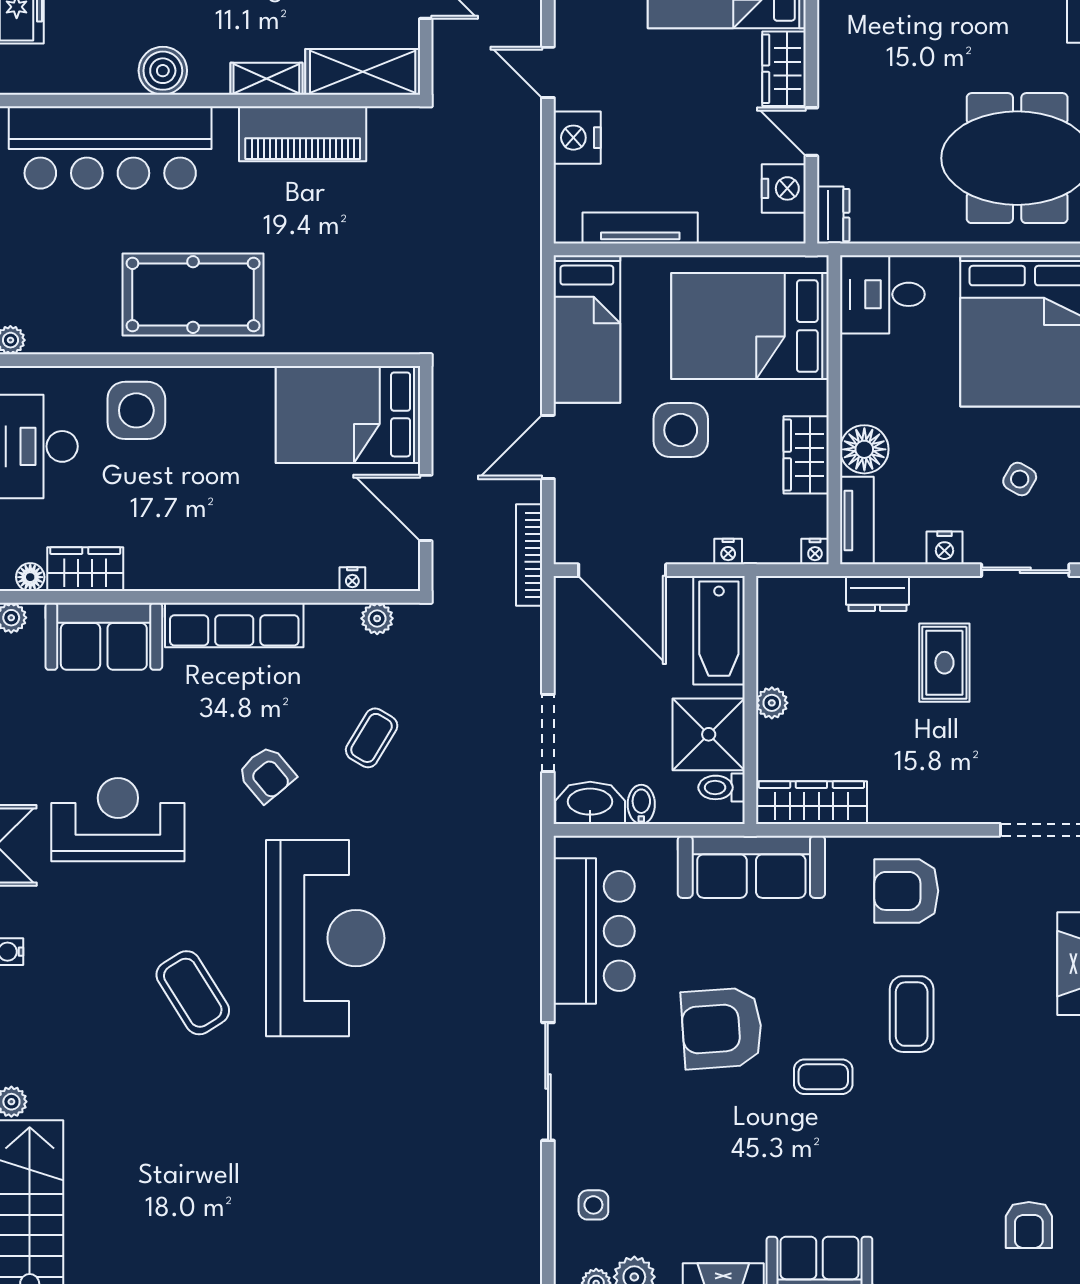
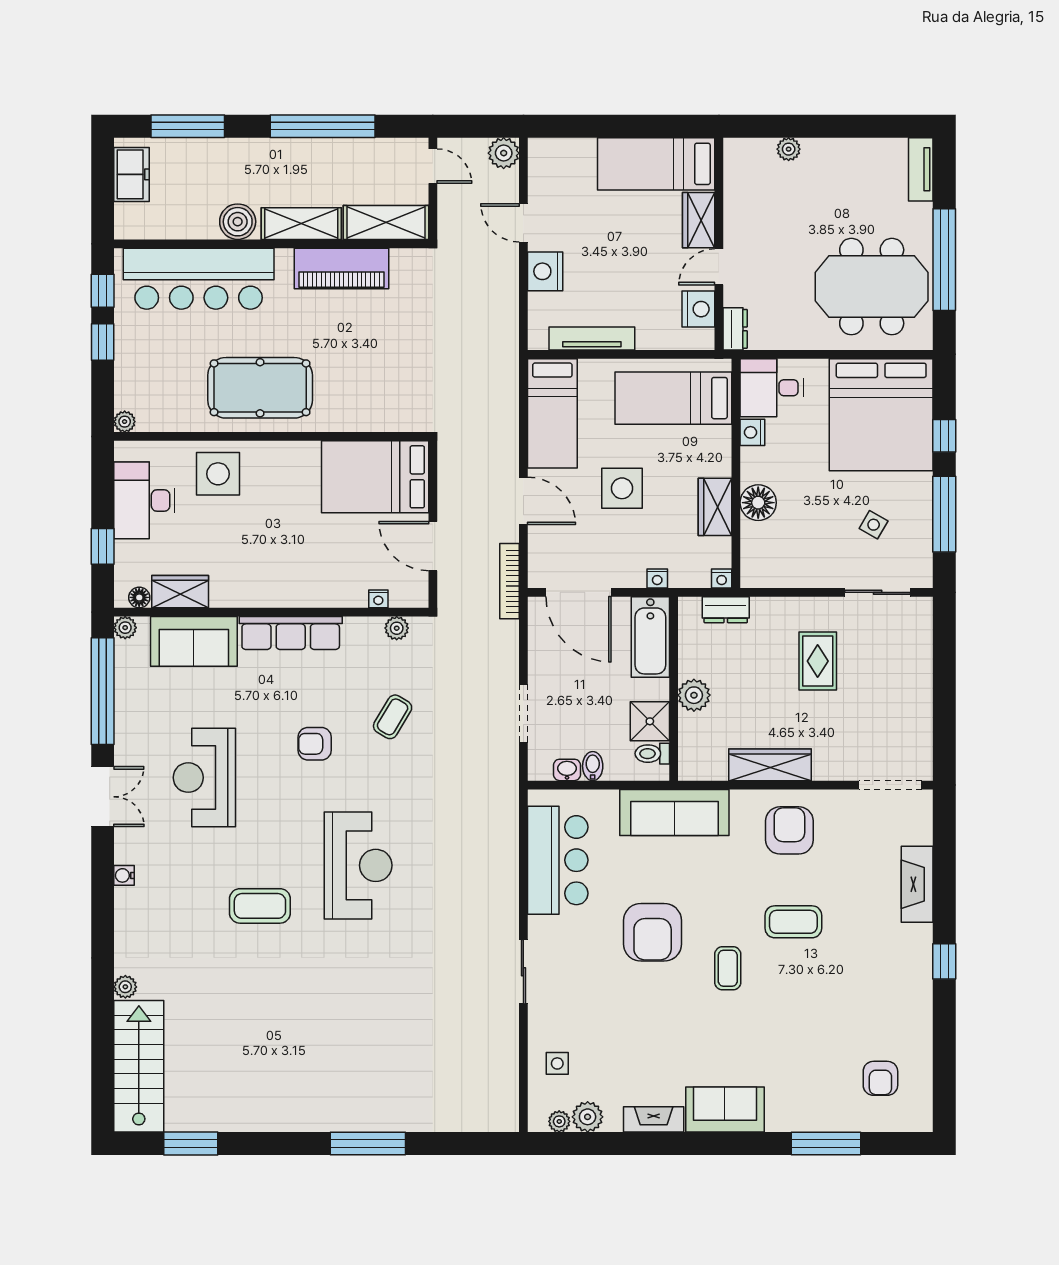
shelving: (266, 79) -> (301, 224), width x1.50, depth x1.33
door: (811, 132) -> (719, 267), hinge flipped
bed: (750, 326) -> (673, 398), width x0.67
door: (548, 447) -> (523, 501), swing flipped
tv unit: (857, 520) -> (753, 555), removed
nightstand: (944, 548) -> (752, 432), moved, turned 90
dresser: (877, 594) -> (726, 610), moved
plant: (772, 703) -> (694, 695), width x1.38, depth x1.38
shower: (709, 734) -> (650, 721), width x0.73, depth x0.73
armchair: (267, 774) -> (315, 744), turned 130
washbasin: (590, 803) -> (567, 770), width x0.52, depth x0.69
wardrobe: (811, 803) -> (770, 765), moved
reception desk: (118, 820) -> (204, 778), turned -90
armchair: (906, 891) -> (789, 830), turned 90
reception desk: (325, 938) -> (358, 865), width x0.74, depth x0.77
coffee table: (193, 993) -> (260, 906), turned -58
coffee table: (912, 1014) -> (793, 922), turned 90
armchair: (722, 1028) -> (653, 932), turned -86
coffee table: (823, 1077) -> (728, 968), turned 90
sliding door: (548, 1081) -> (523, 972), width x0.73

